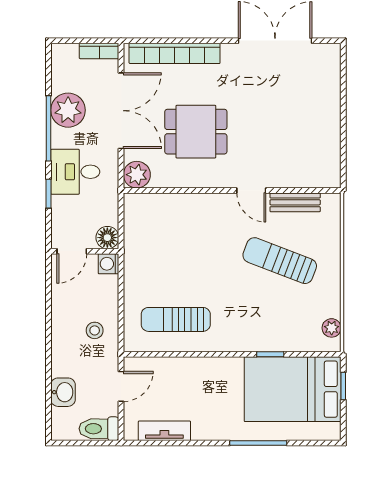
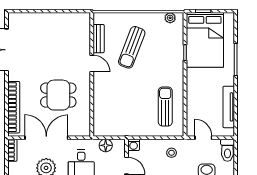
dining table: (196, 132) -> (58, 95), turned 90
plant: (137, 175) -> (83, 129), removed
door: (251, 190) -> (92, 63), hinge flipped
floor lamp: (107, 238) -> (106, 145), moved
sun lounger: (176, 319) -> (165, 107), turned 180
tv unit: (164, 431) -> (229, 107), width x1.41

